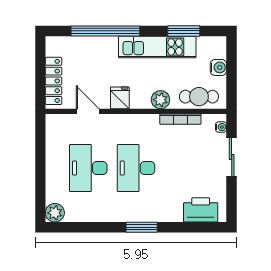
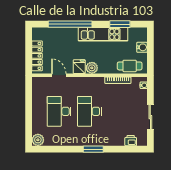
plant: (160, 100) -> (92, 68), moved
sliding door: (232, 157) -> (150, 117), moved
printer: (201, 210) -> (131, 141), width x0.53, depth x0.68

